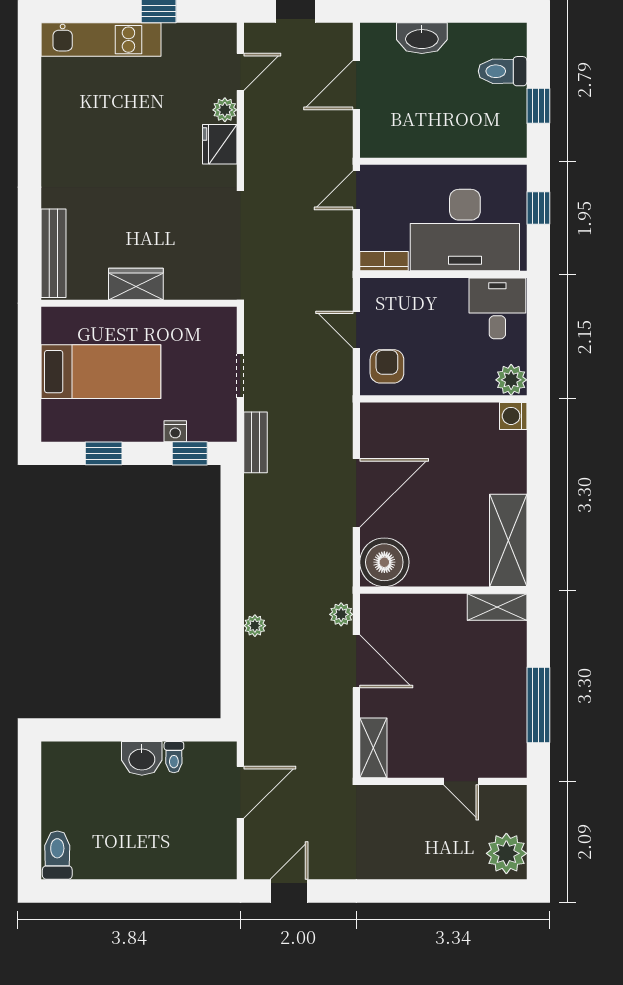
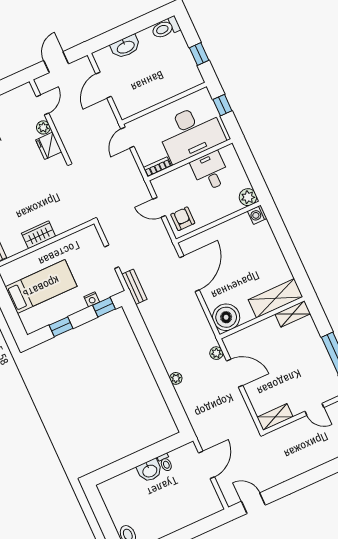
toilet: (503, 71) -> (166, 28), moved
desk: (497, 308) -> (210, 171), moved
door: (356, 493) -> (189, 274), moved
shelving: (508, 540) -> (275, 298), moved, turned 90
shelving: (373, 748) -> (275, 417), moved, turned 90
door: (289, 891) -> (253, 503), hinge flipped

